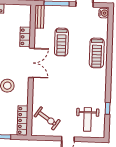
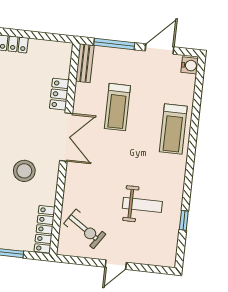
weight bench: (88, 119) -> (142, 205), moved, turned -90

